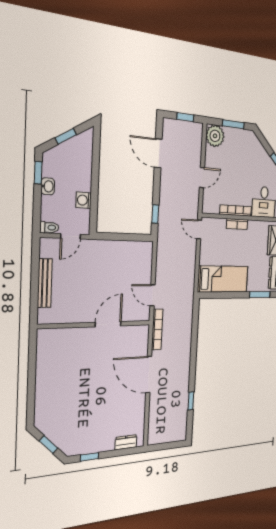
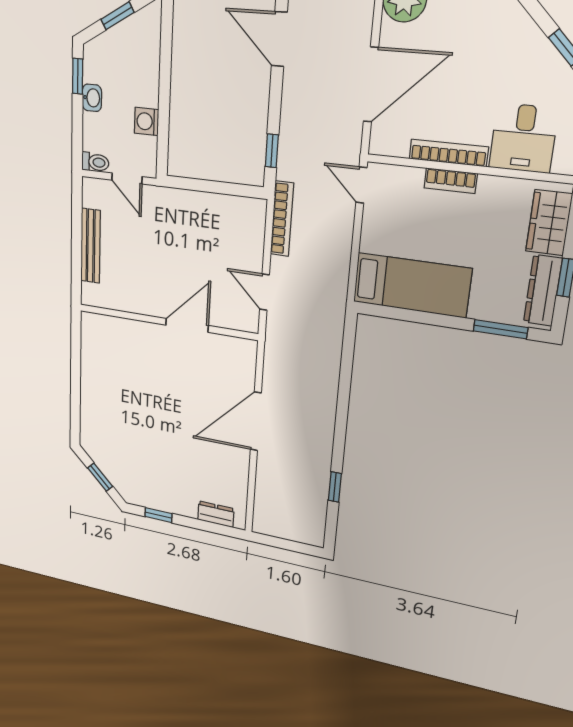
door: (202, 178) -> (371, 85), width x1.87
door: (71, 236) -> (127, 178), hinge flipped
bookcase: (157, 329) -> (282, 219), moved
door: (149, 375) -> (256, 421), hinge flipped

